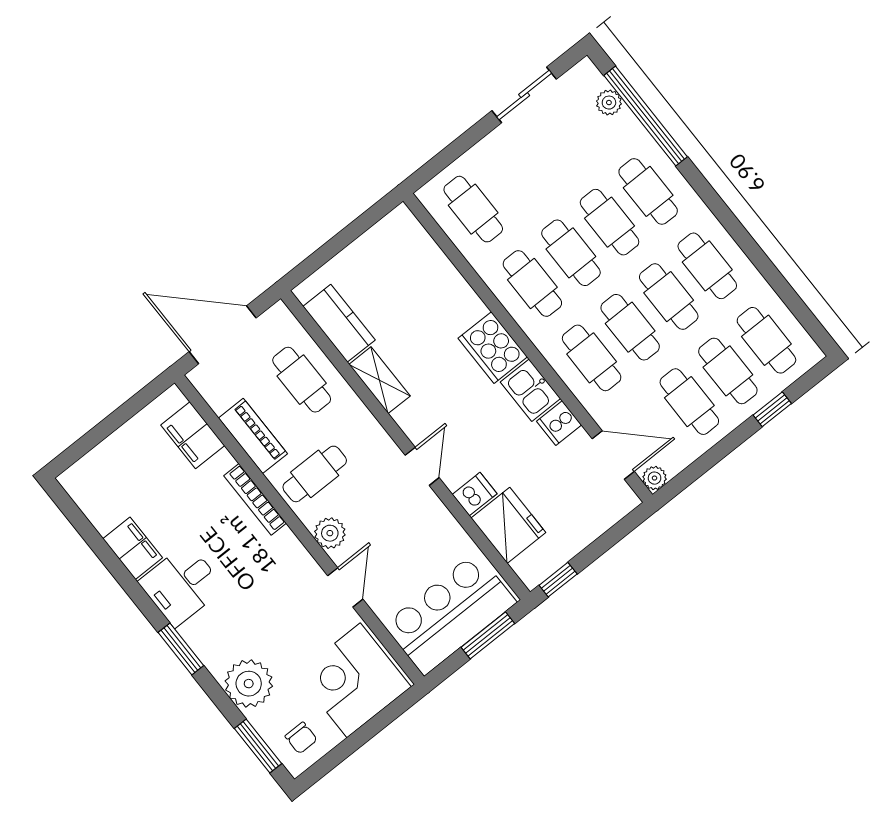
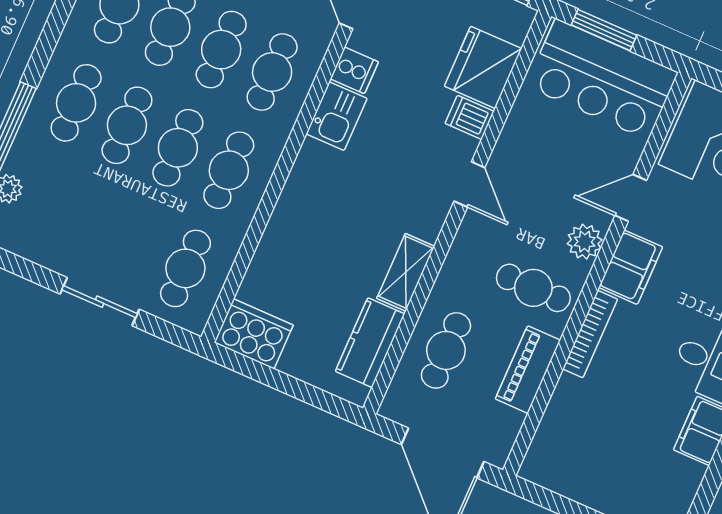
sliding door: (524, 95) -> (100, 302), moved
cooker: (493, 348) -> (254, 334), moved, turned -90
filing cabinet: (193, 435) -> (631, 267), moved
door: (422, 466) -> (469, 184), swing flipped

